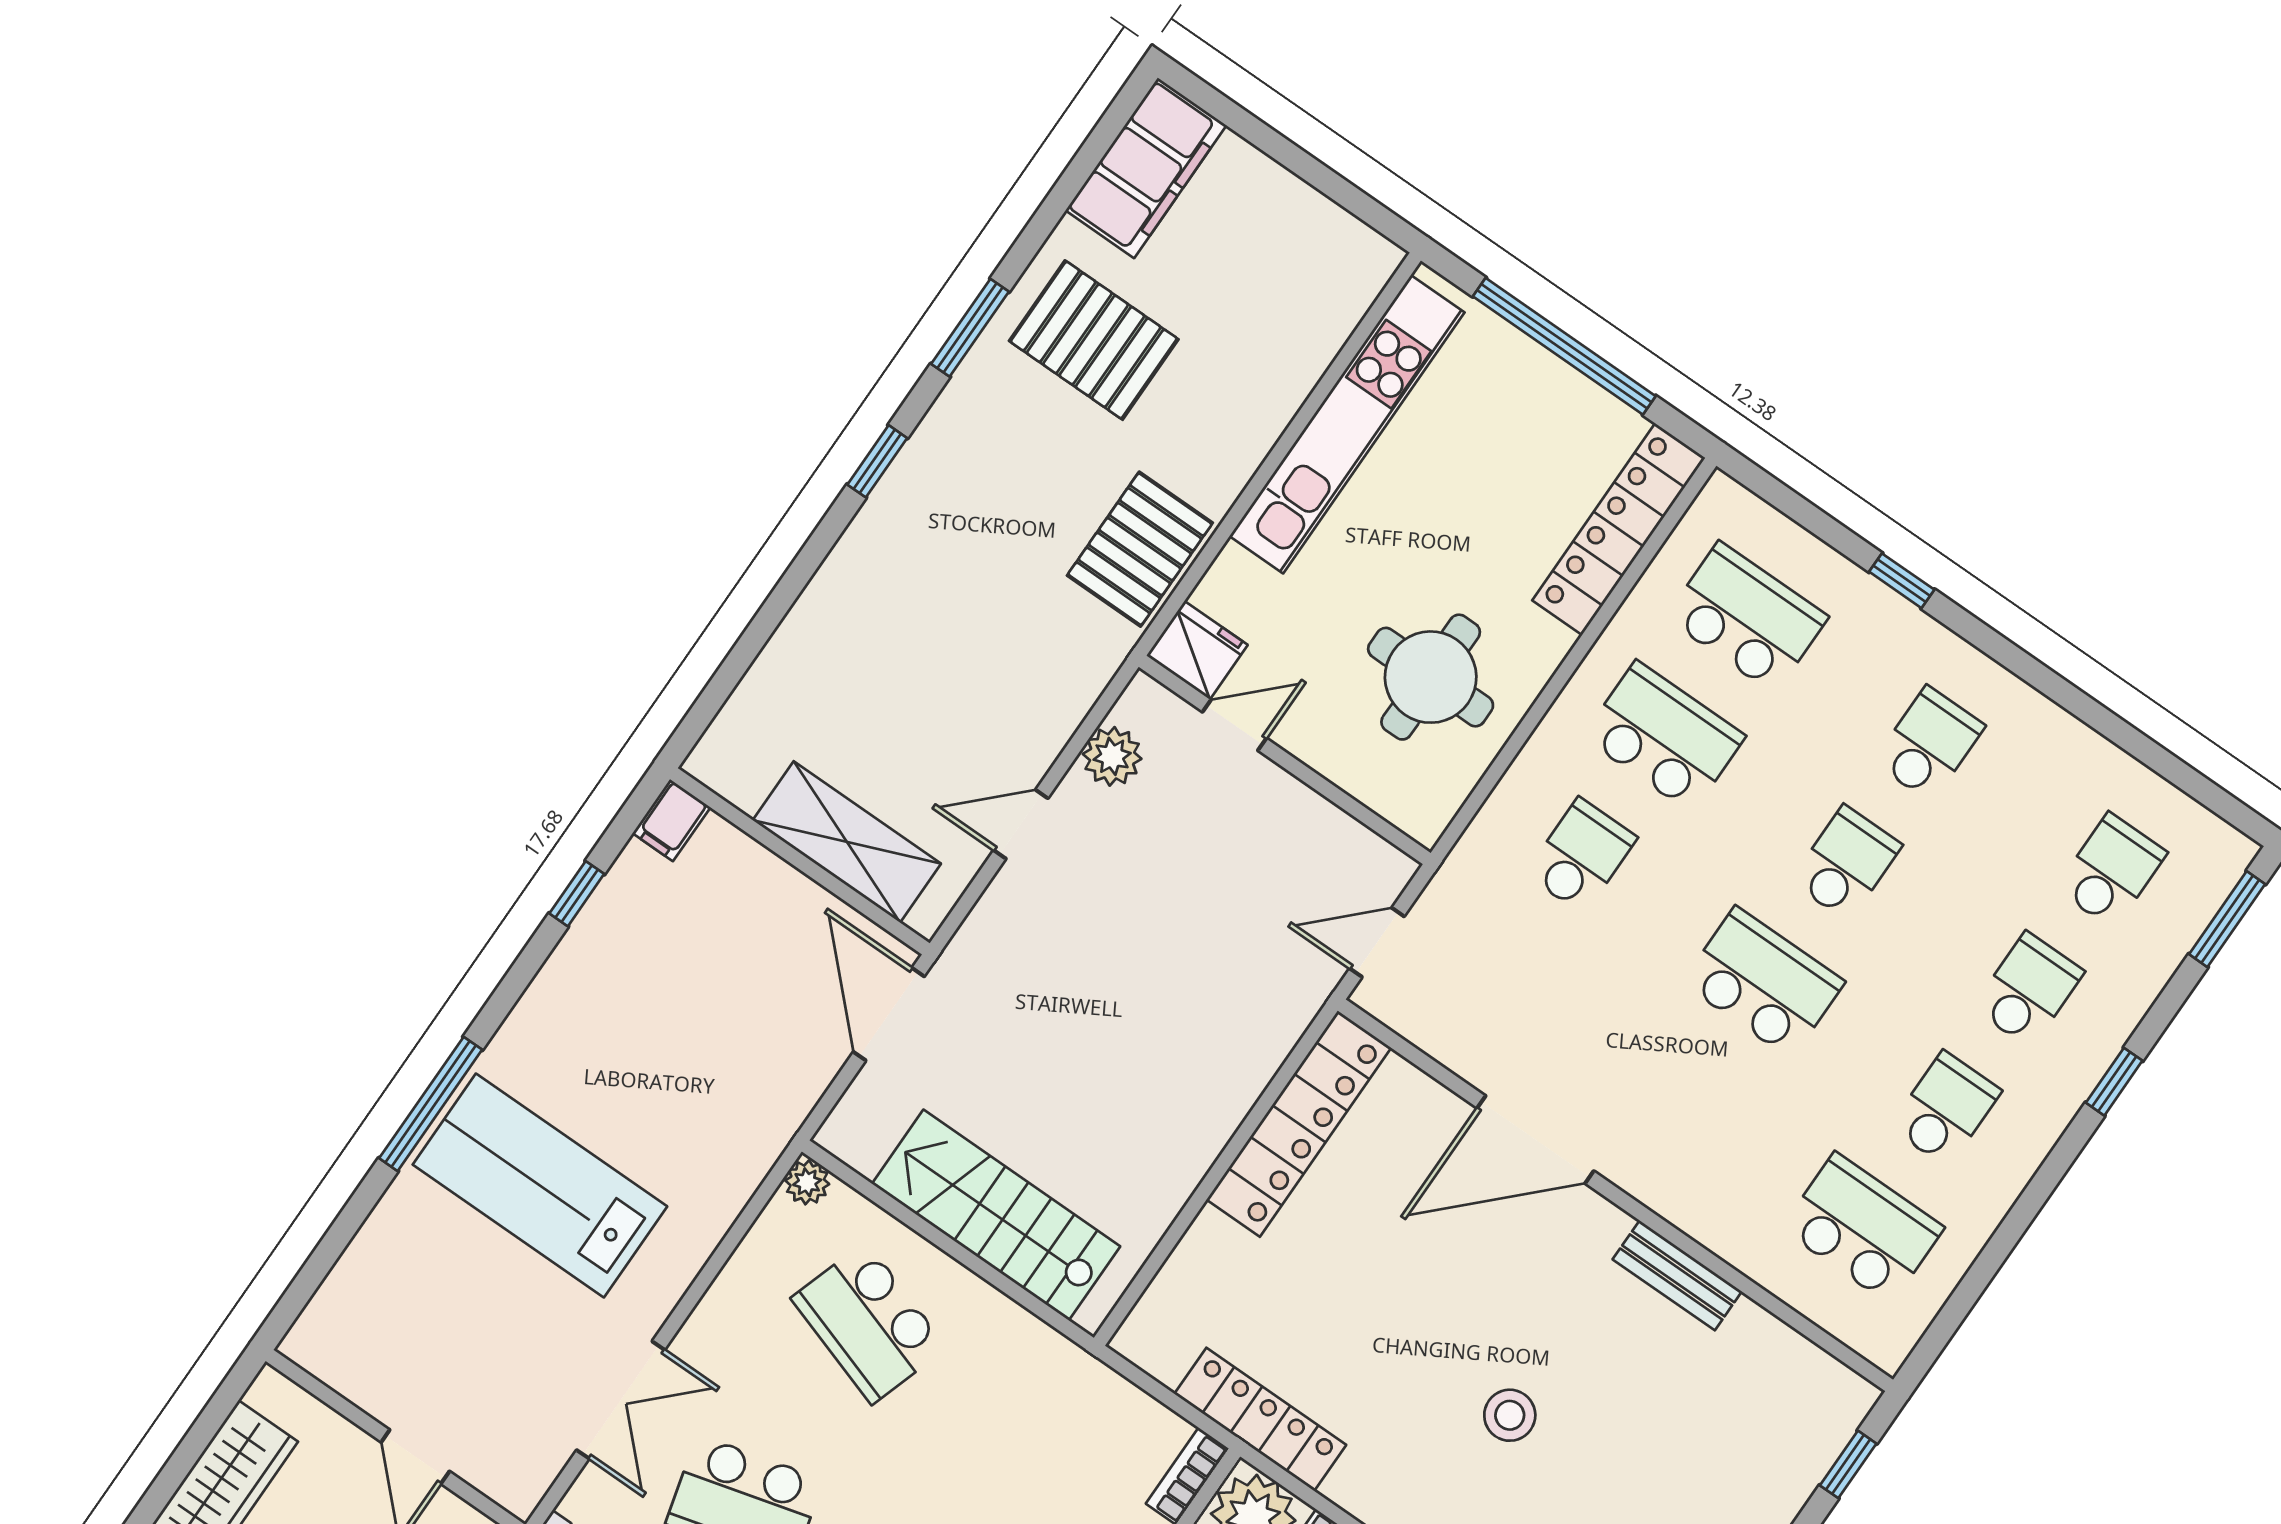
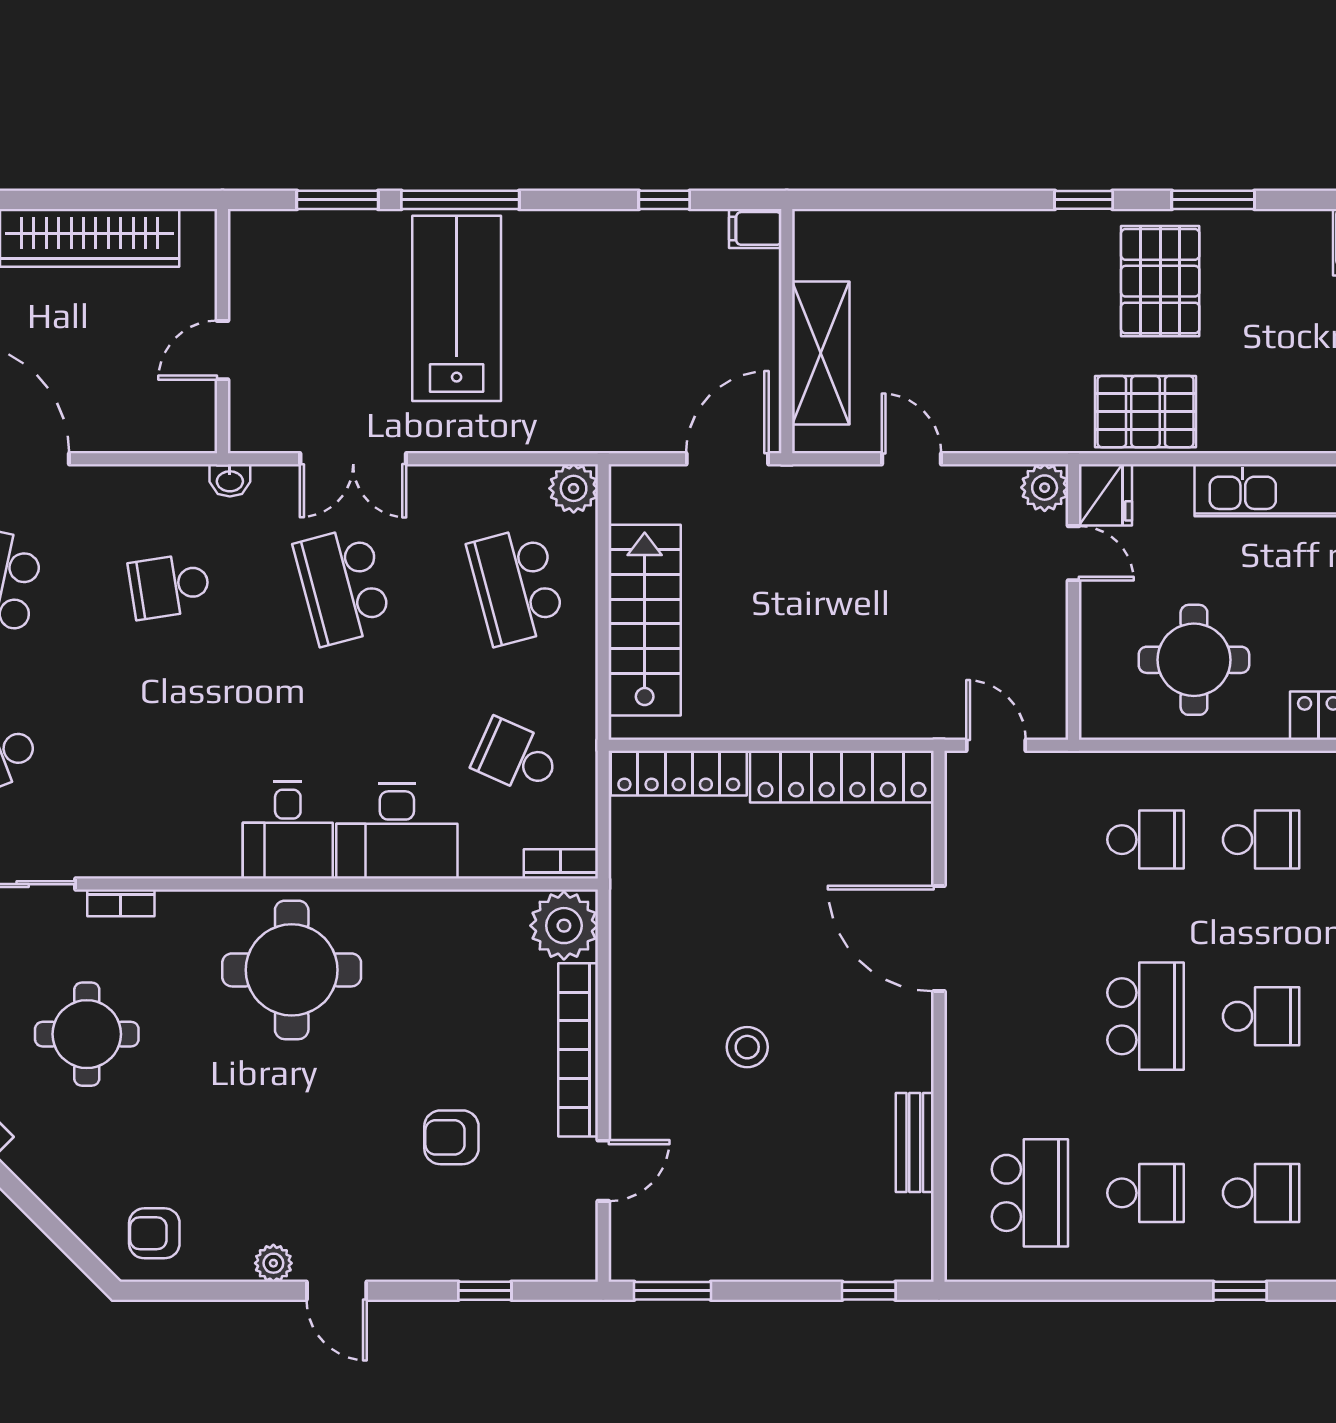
pallet: (1094, 340) -> (1160, 281), moved
school desk: (1664, 737) -> (1261, 840), width x0.54
plant: (1112, 756) -> (1045, 488), moved
plant: (807, 1182) -> (574, 488), width x1.38, depth x1.38
window: (343, 1231) -> (337, 200), added
bench: (1677, 1275) -> (915, 1142), moved
school desk: (869, 1323) -> (516, 586), turned -33
locker: (1260, 1419) -> (679, 773), moved, turned 90
school desk: (1045, 1445) -> (516, 757), added

